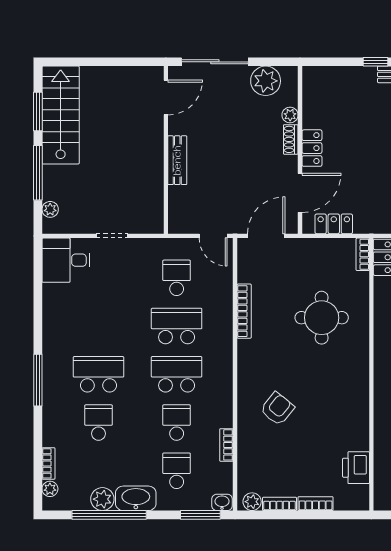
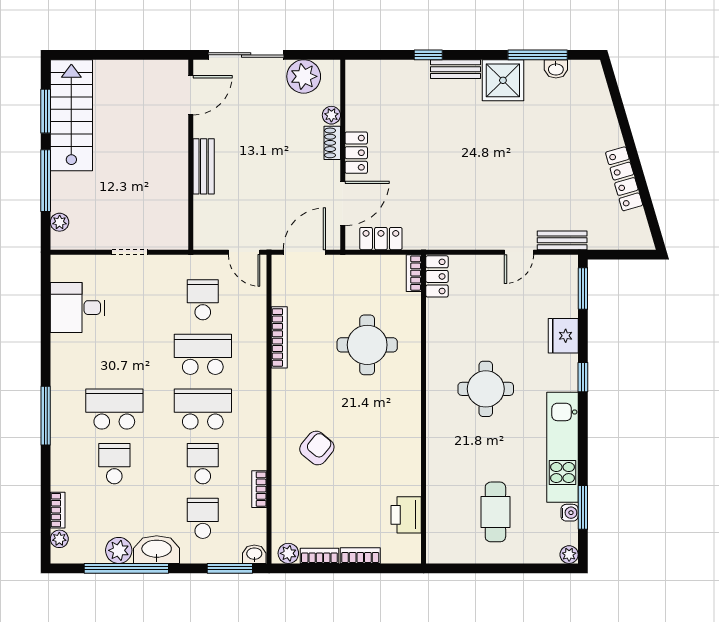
desk: (66, 260) -> (78, 308), moved

